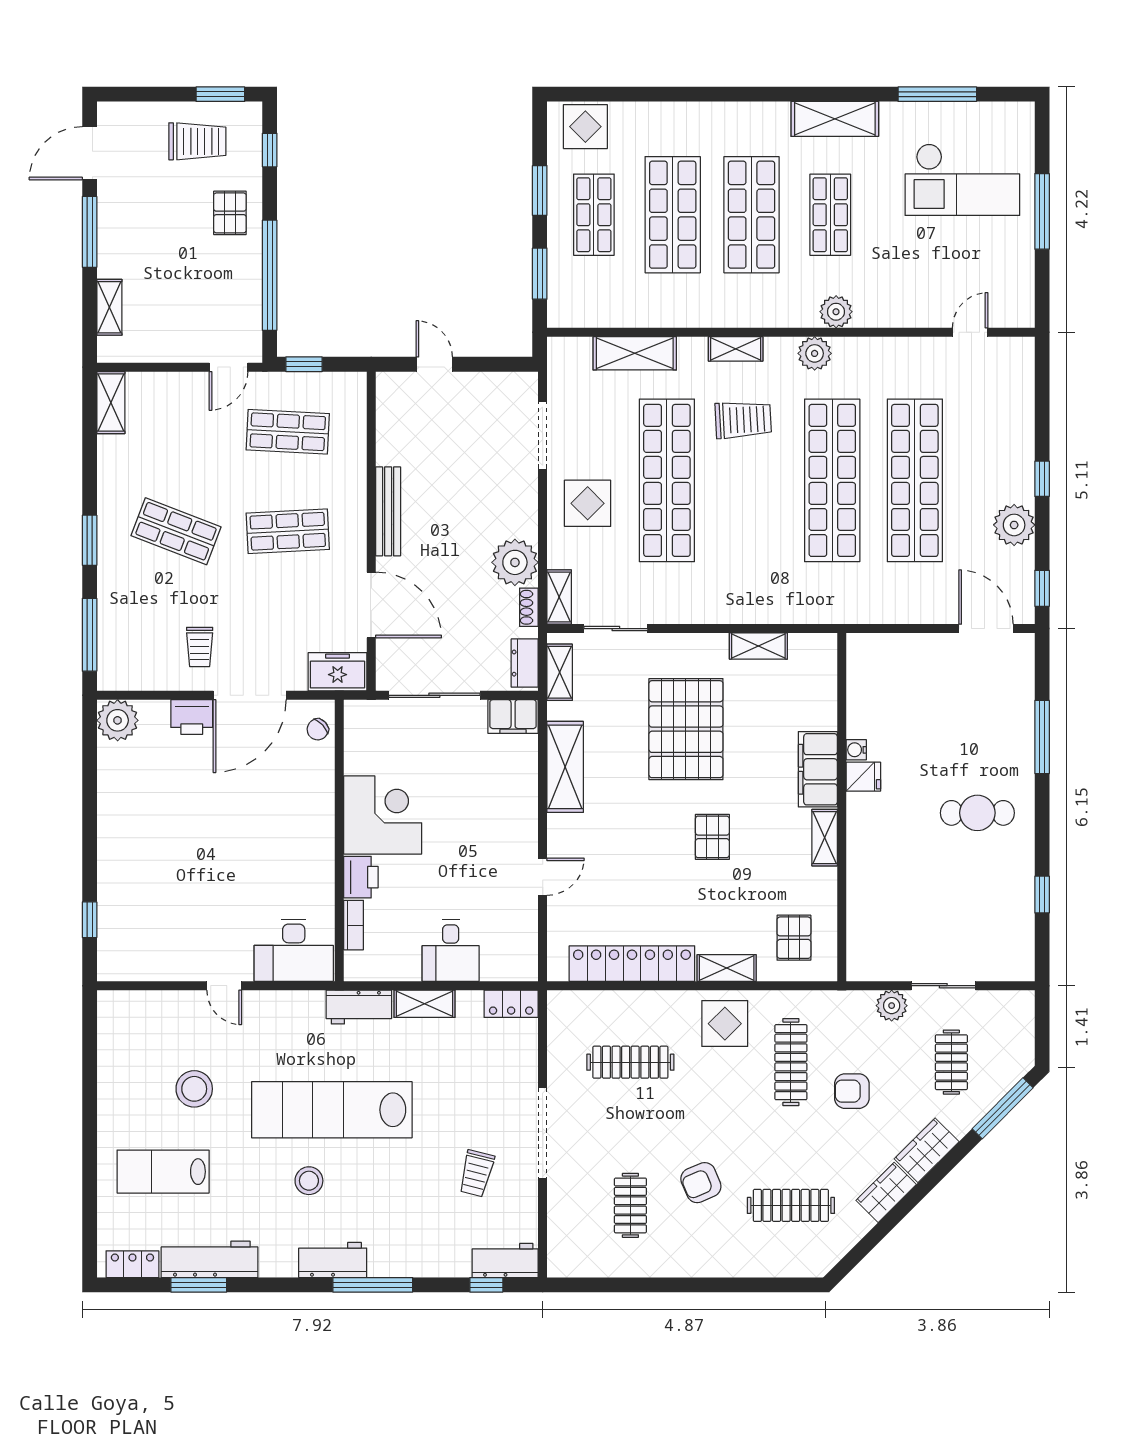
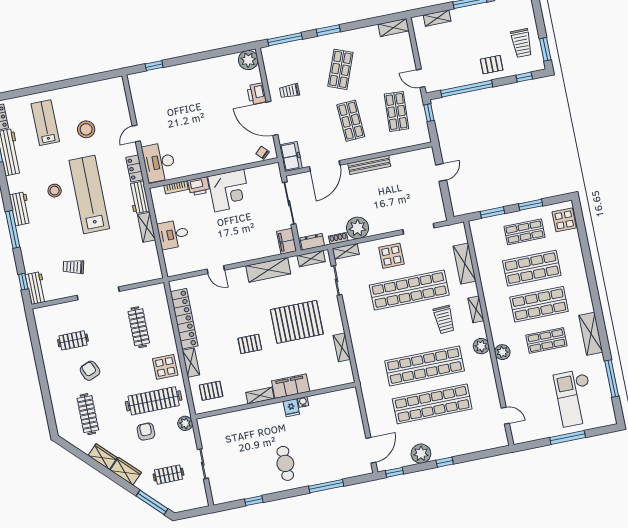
locker: (511, 1004) -> (135, 168), moved
plant: (892, 1006) -> (185, 423), moved
clothes rail: (791, 1062) -> (154, 401), width x1.37, depth x1.31

